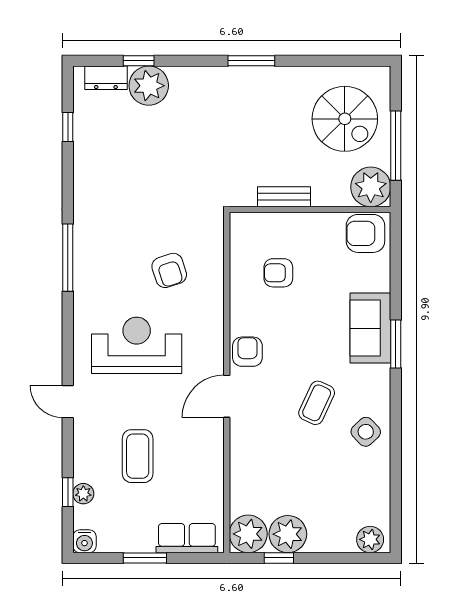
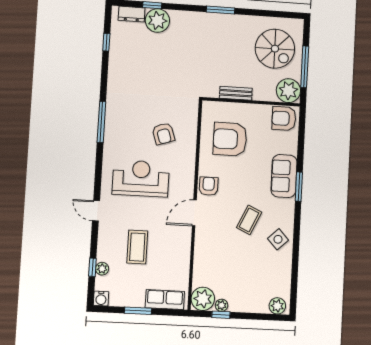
armchair: (278, 273) -> (230, 139), width x1.88, depth x1.88
plant: (288, 534) -> (222, 305), width x0.53, depth x0.53

